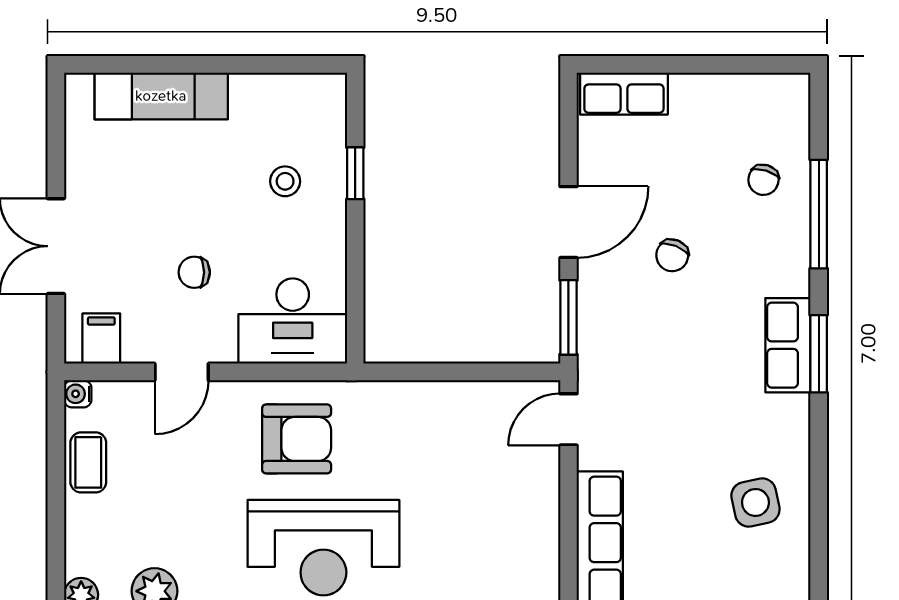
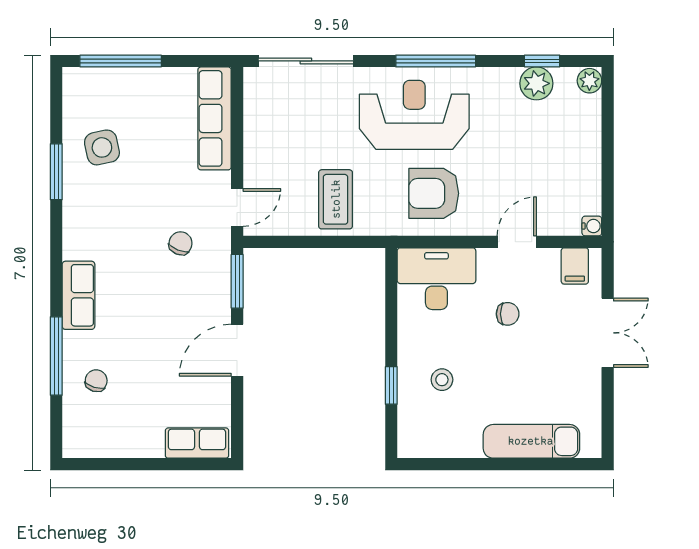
chair: (672, 255) -> (181, 243), moved
row of seats: (788, 345) -> (78, 295), moved
window: (819, 354) -> (56, 172), moved
coffee table: (88, 462) -> (336, 199), moved, width x1.36, depth x1.30

